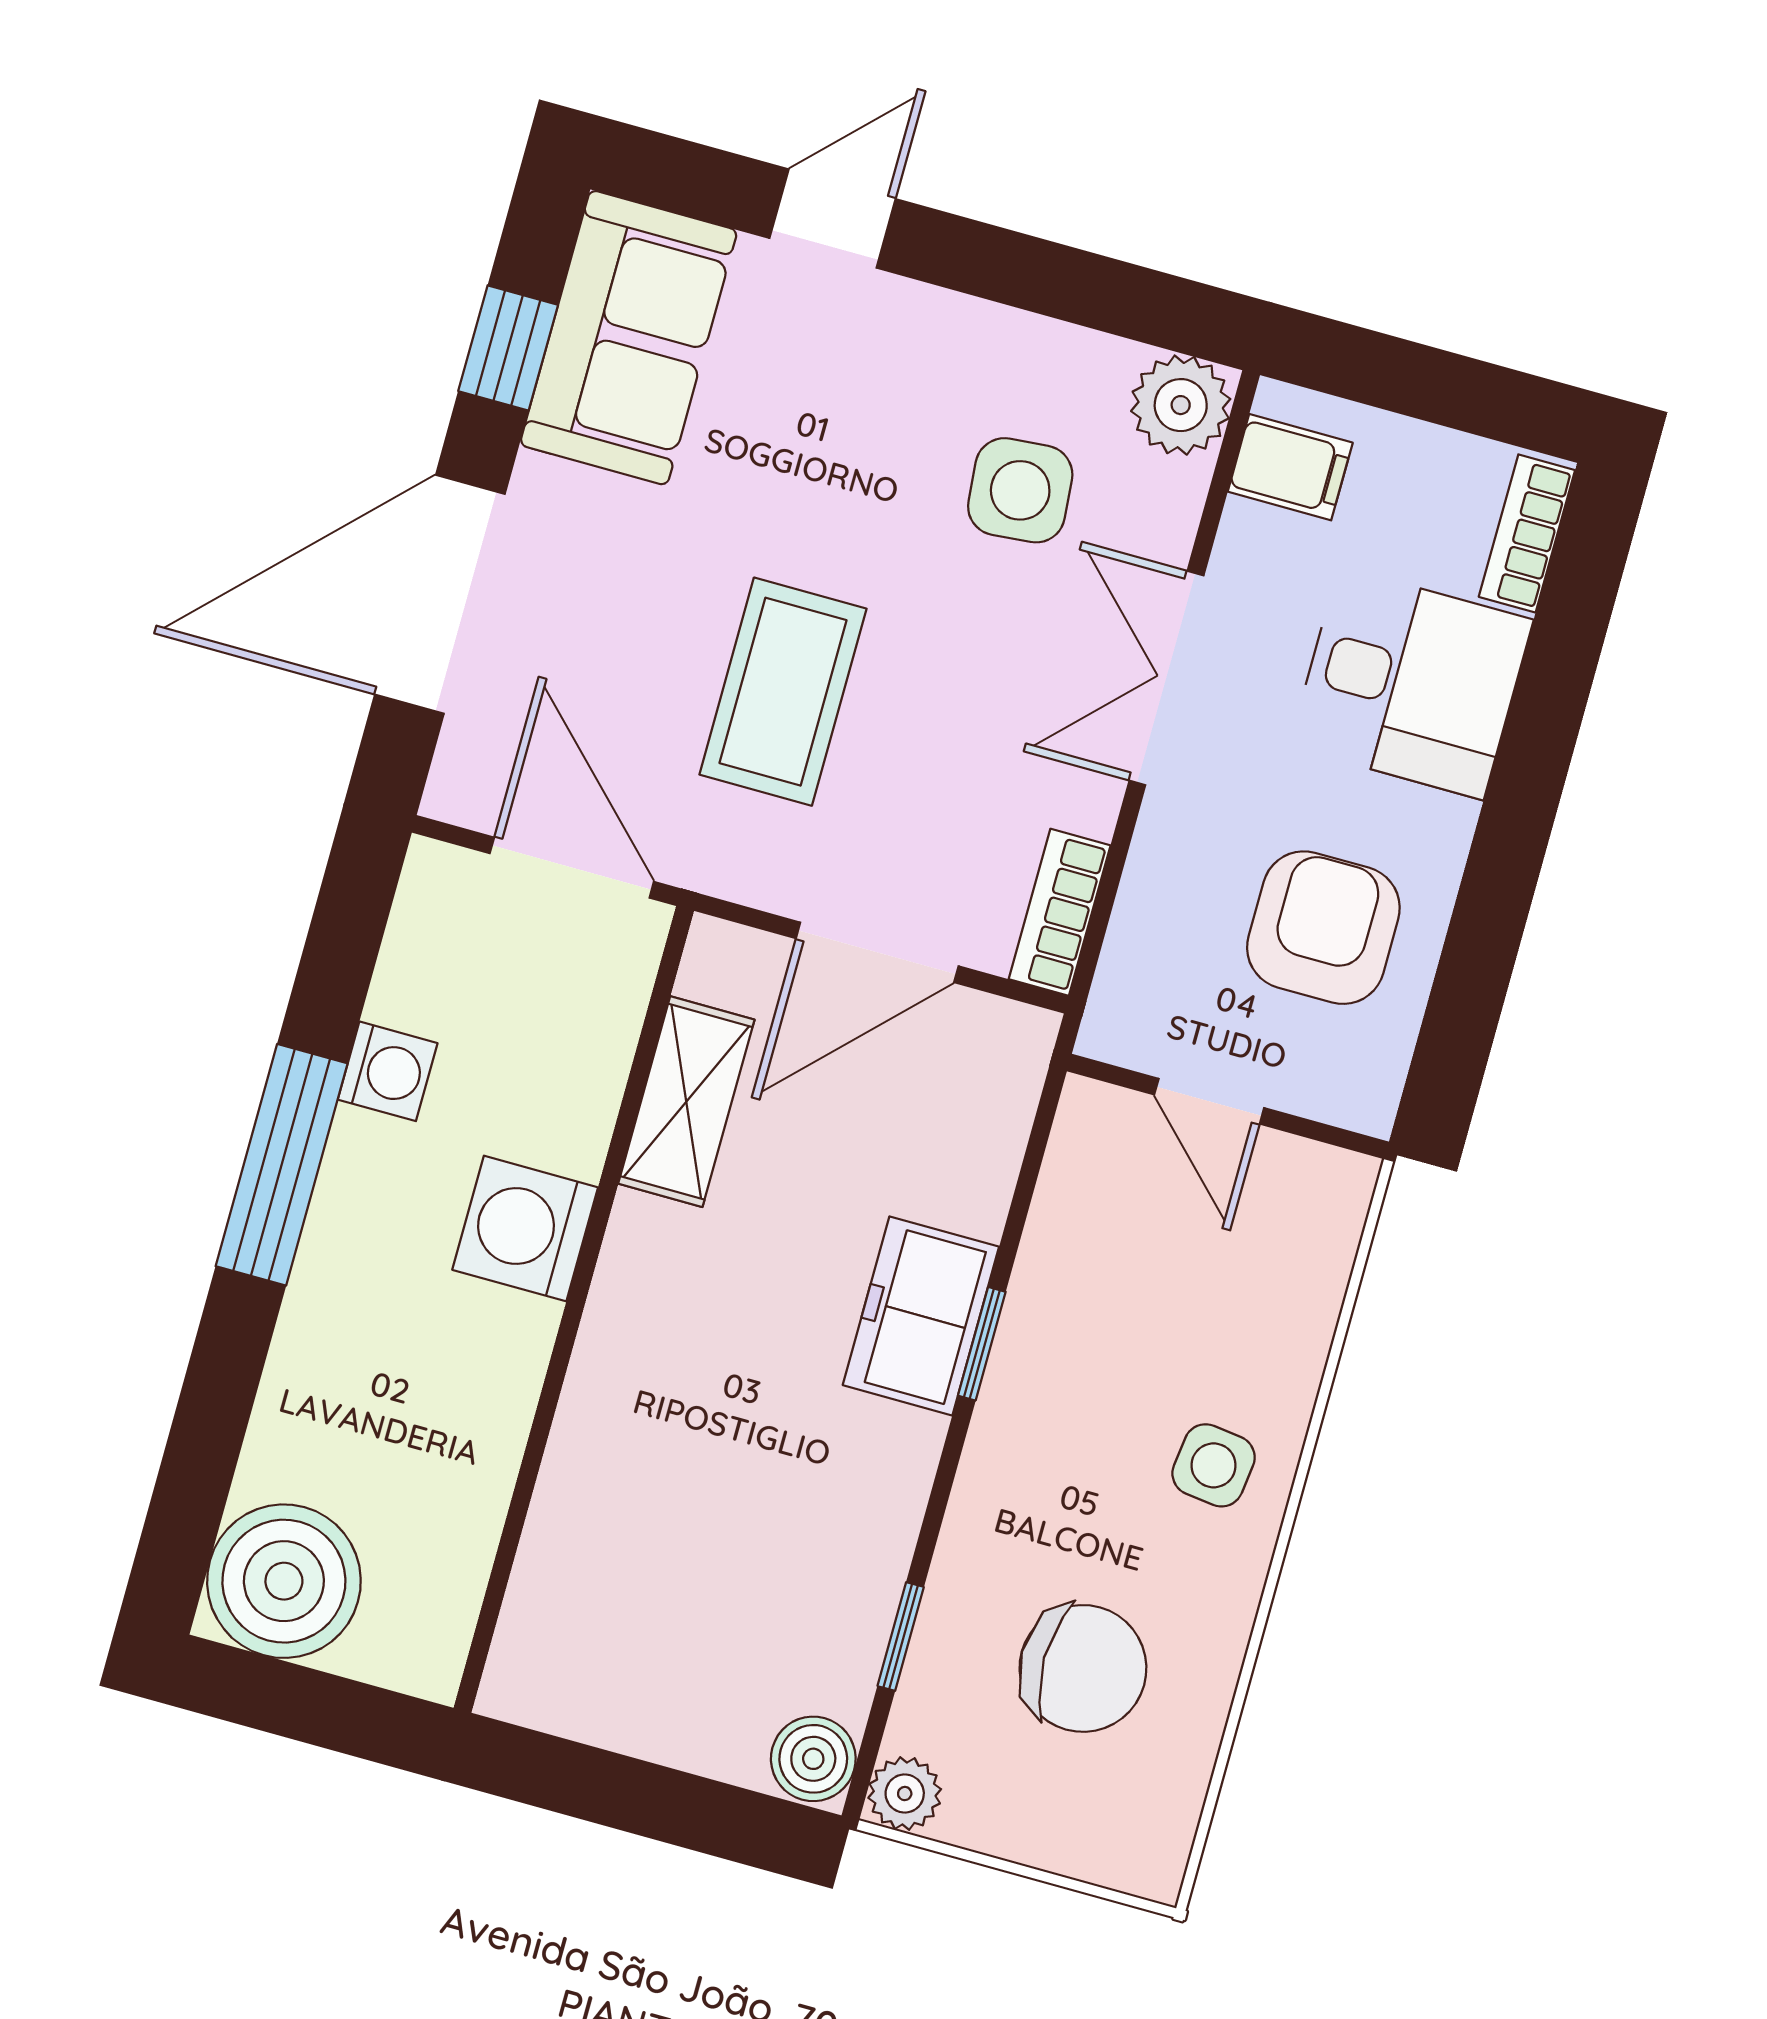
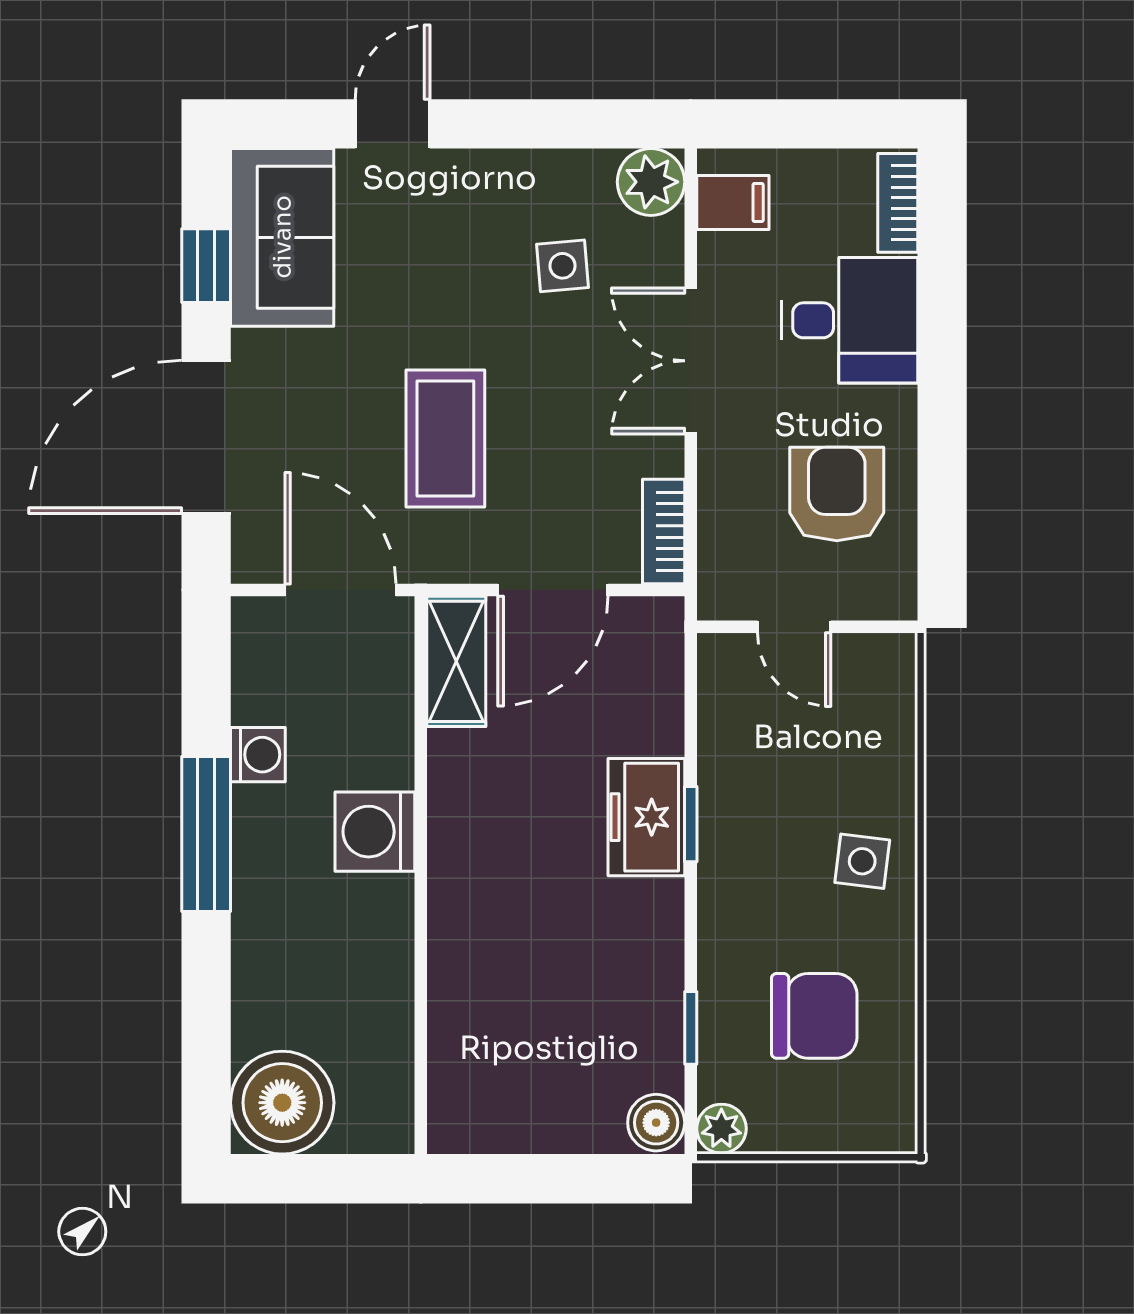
side table: (1020, 490) -> (563, 266), width x0.73, depth x0.73
shelving: (686, 1102) -> (456, 661), moved

